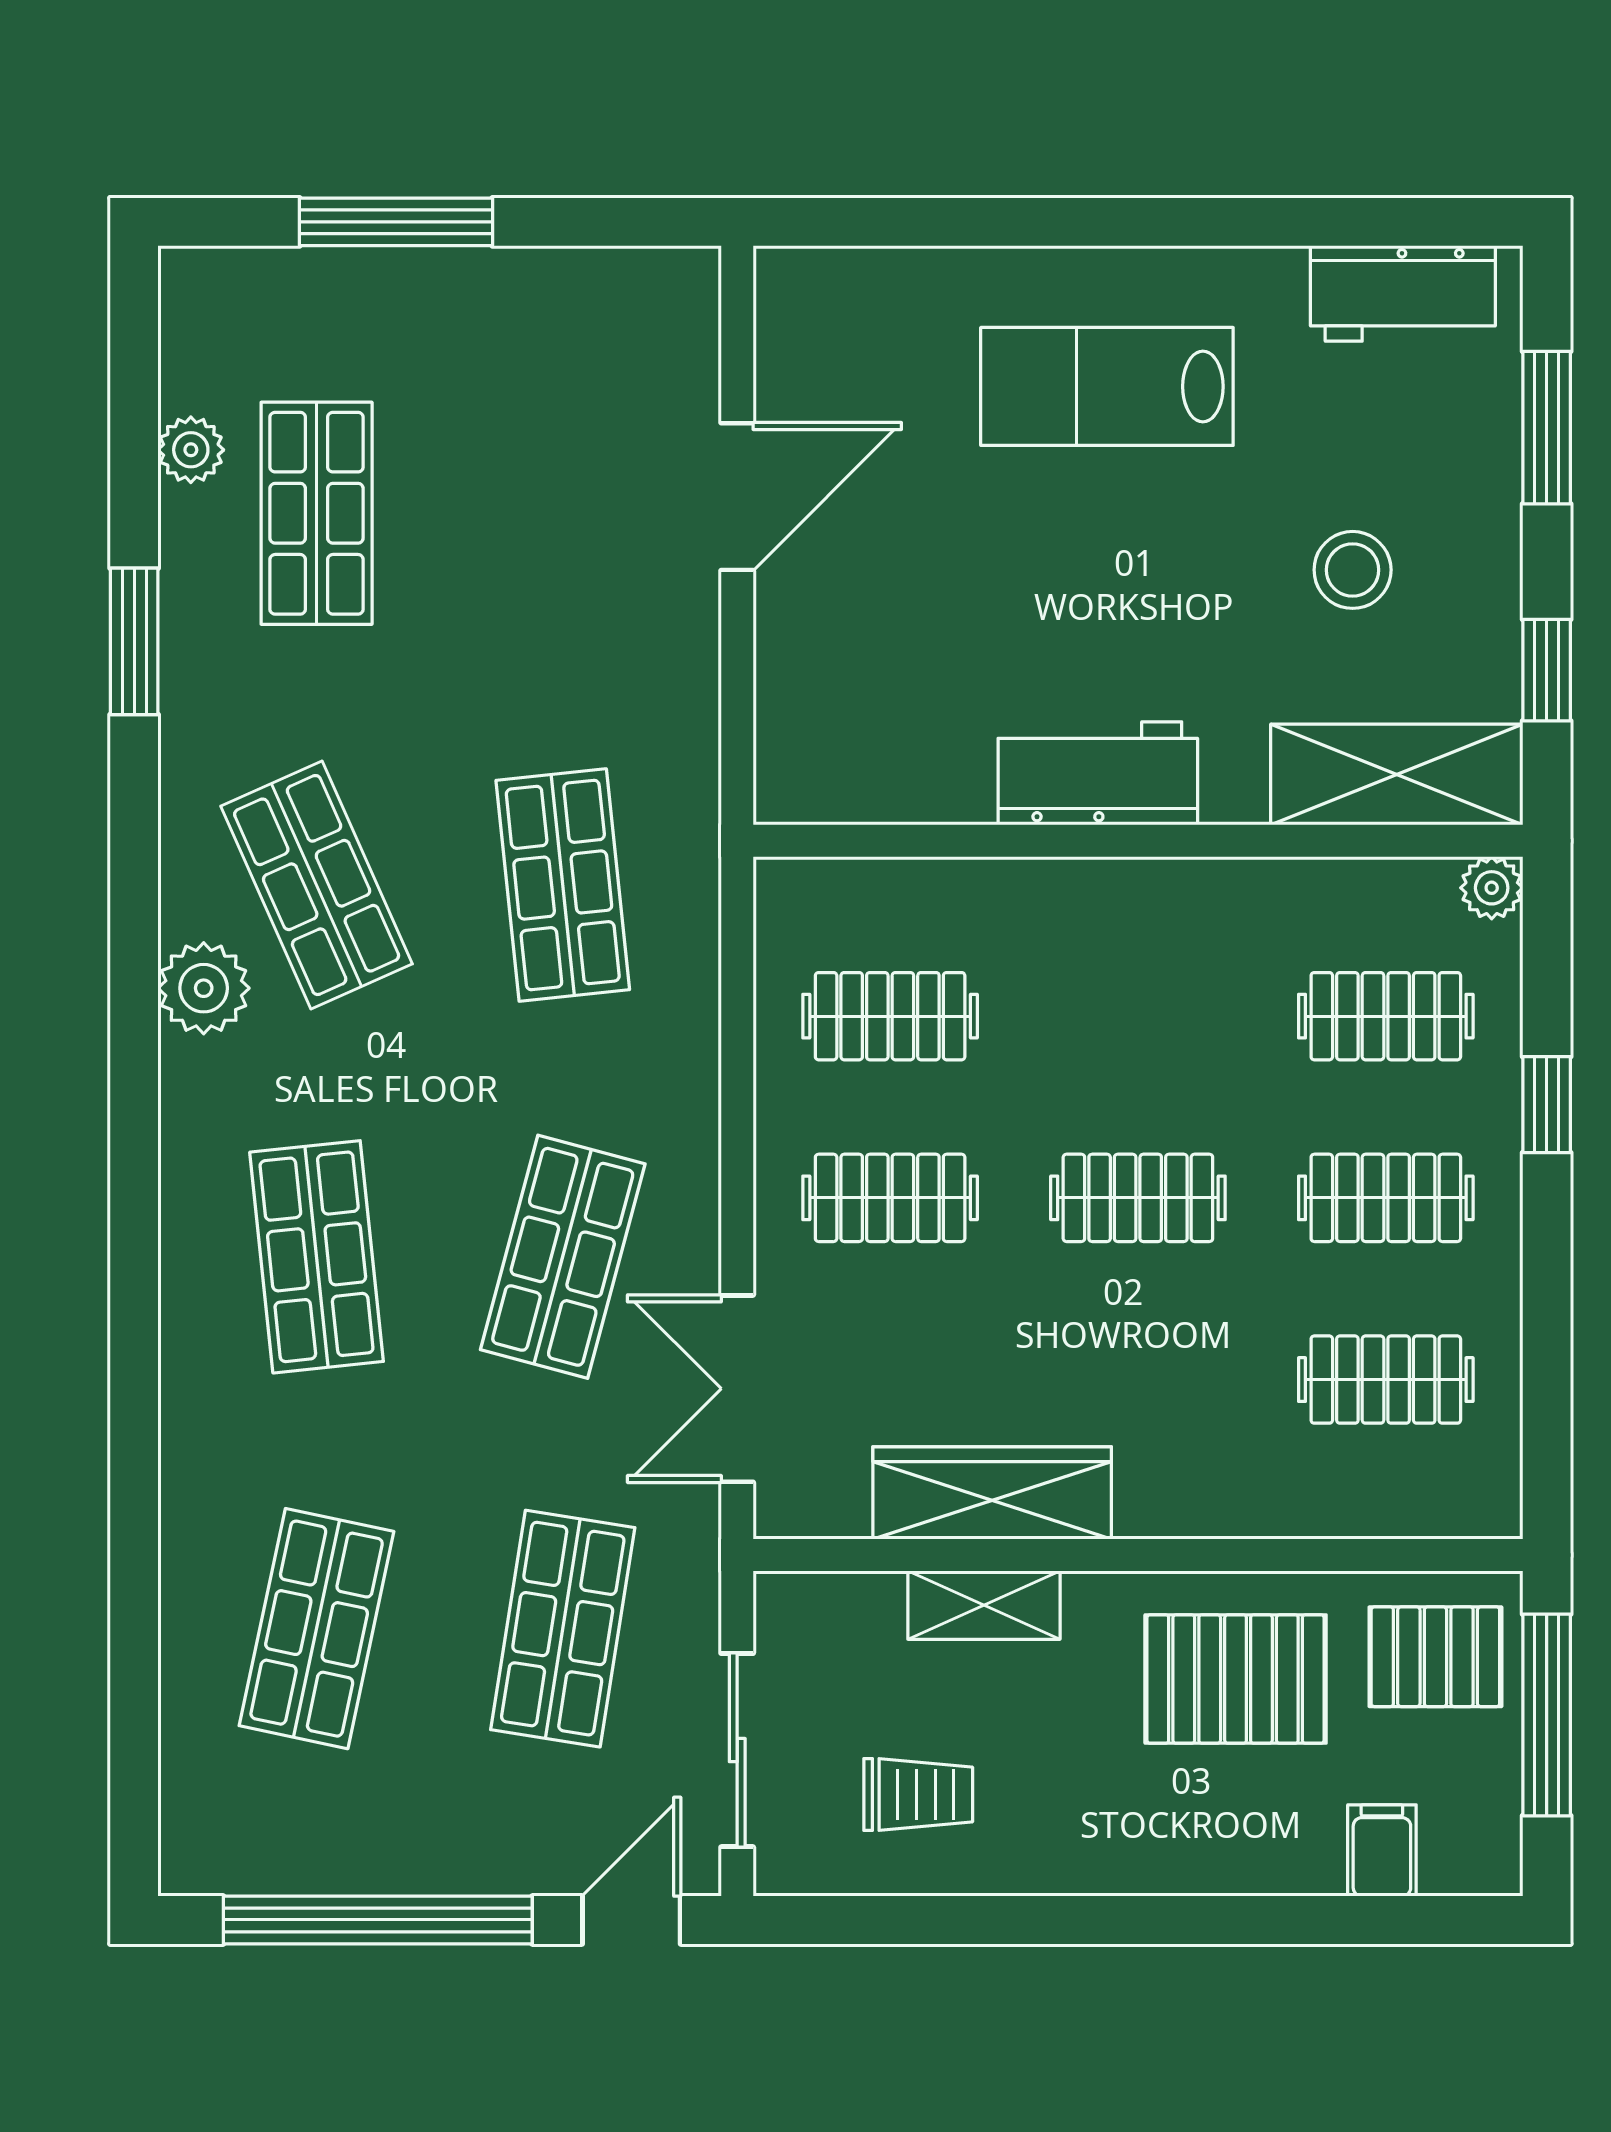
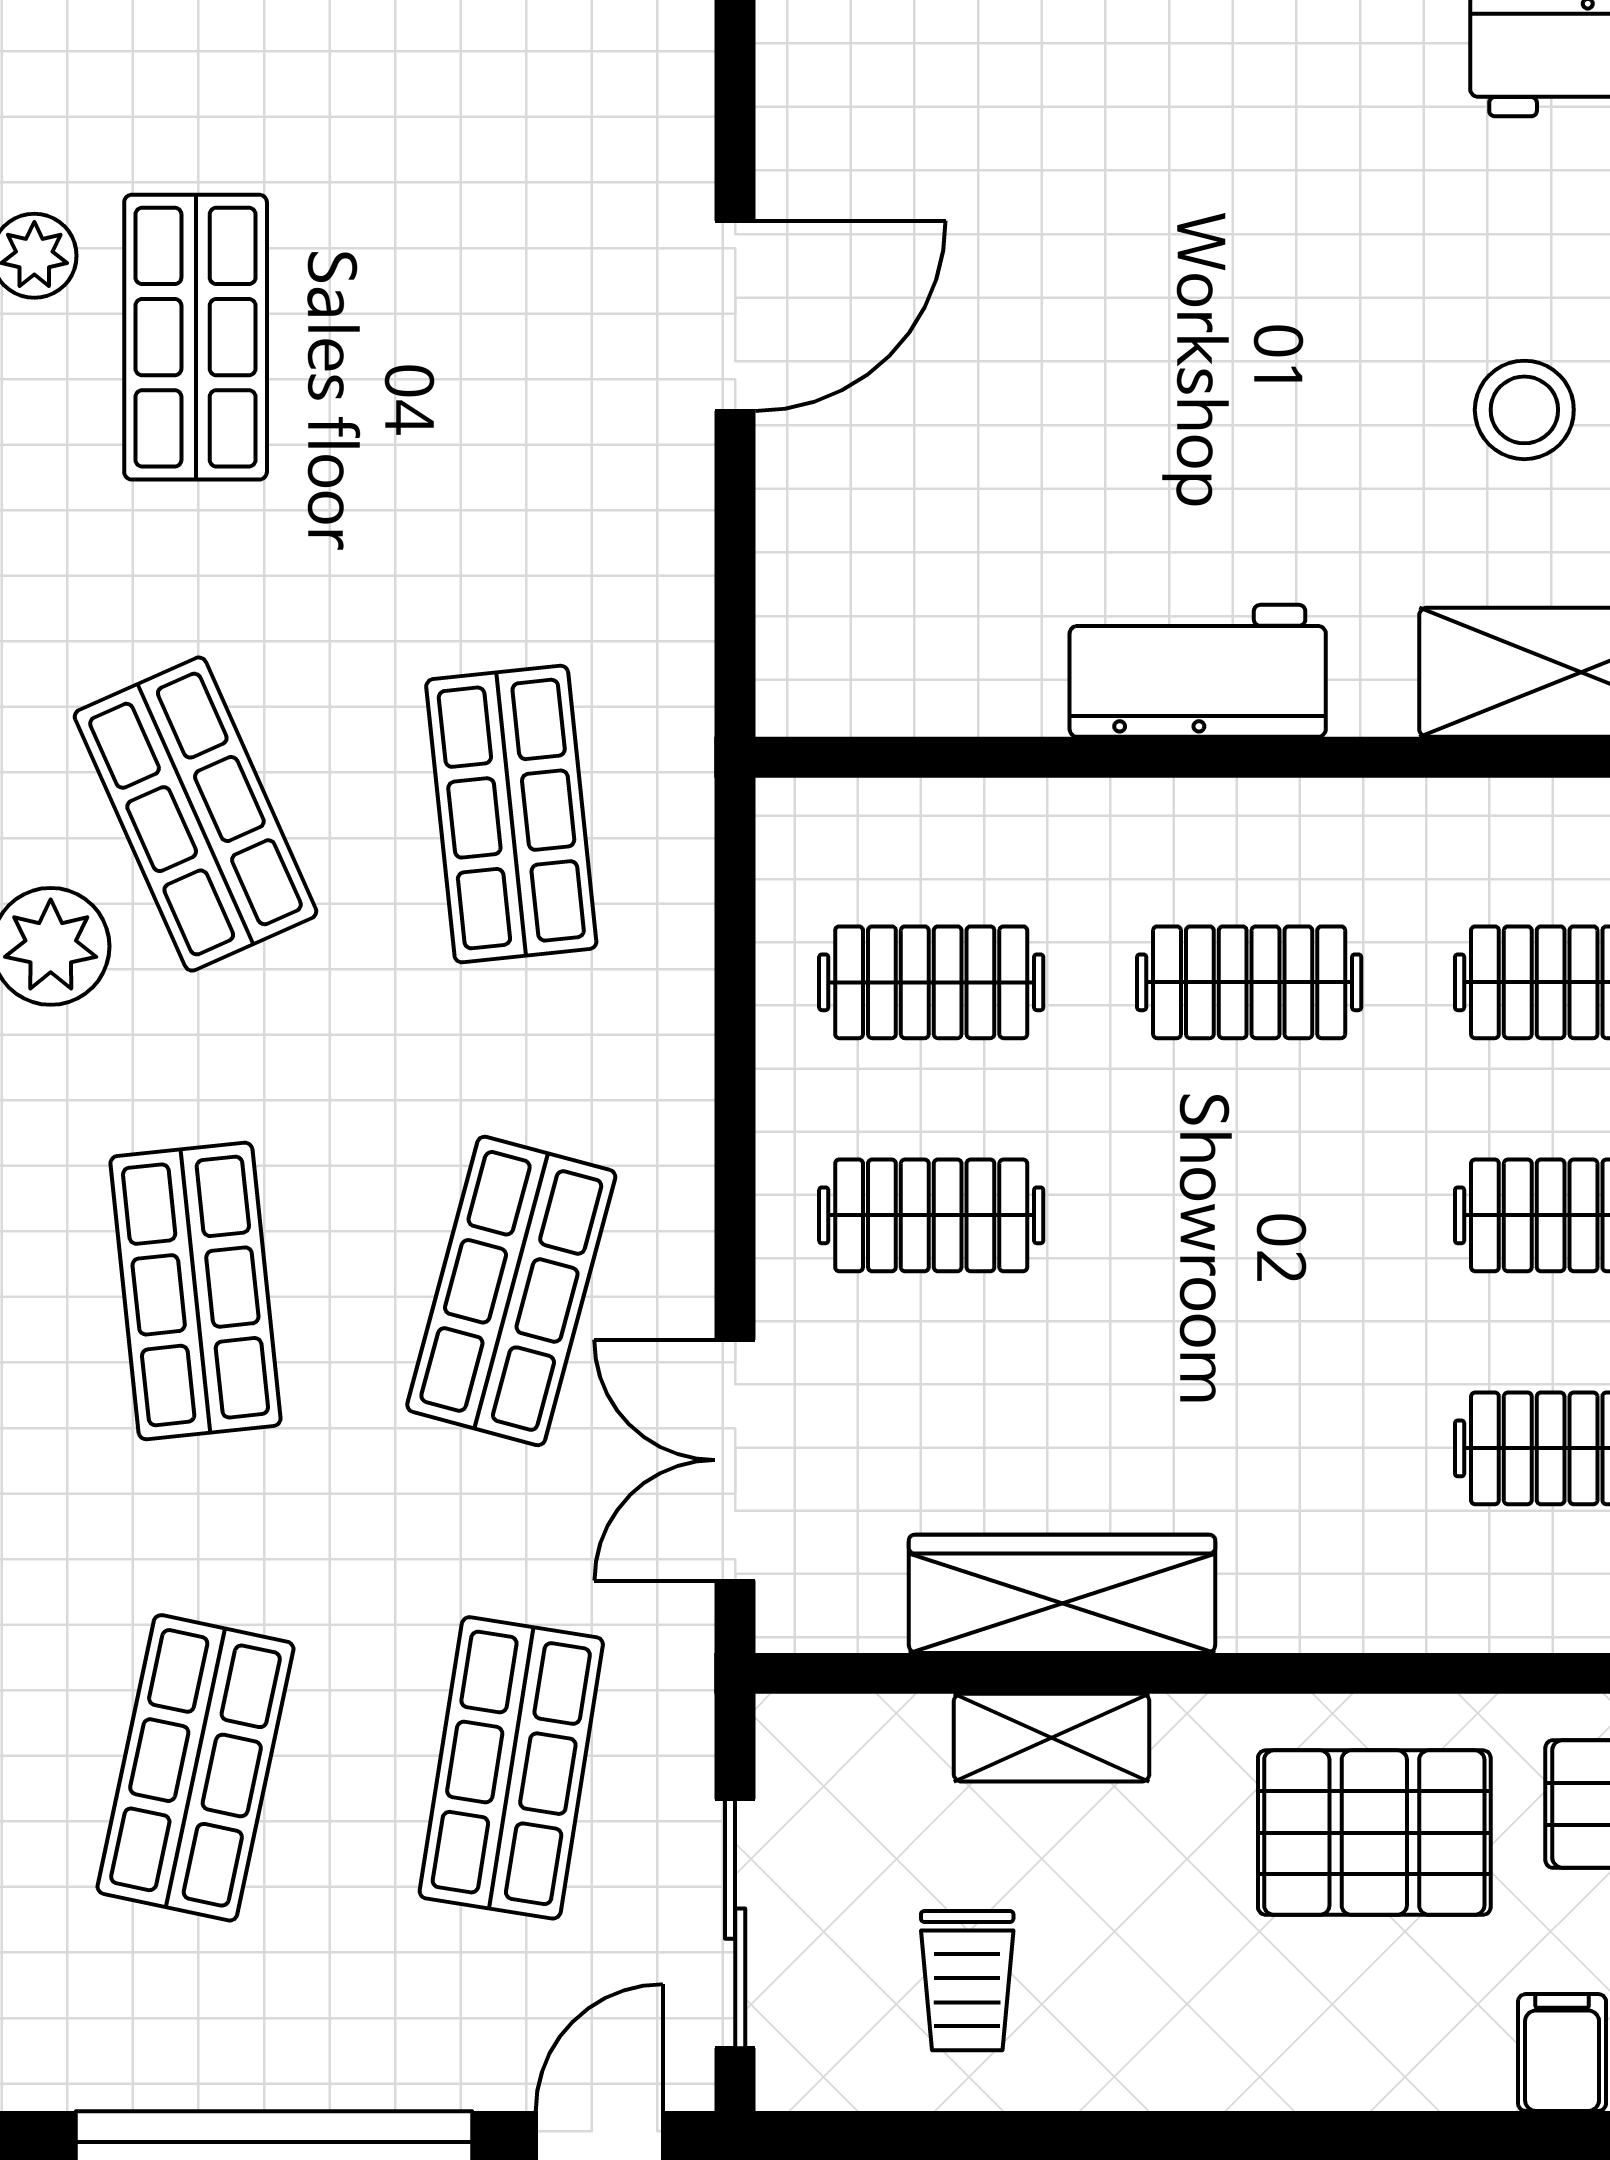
lab bench: (1107, 386) -> (1209, 175), removed
clothes rail: (1138, 1198) -> (1249, 982), moved
trolley: (918, 1795) -> (967, 1981), turned 90

